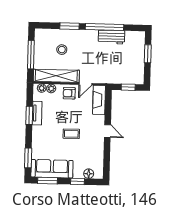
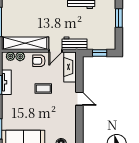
stool: (62, 50) -> (30, 16), removed
workbench: (104, 77) -> (74, 43), added
coffee table: (71, 134) -> (43, 89), moved

